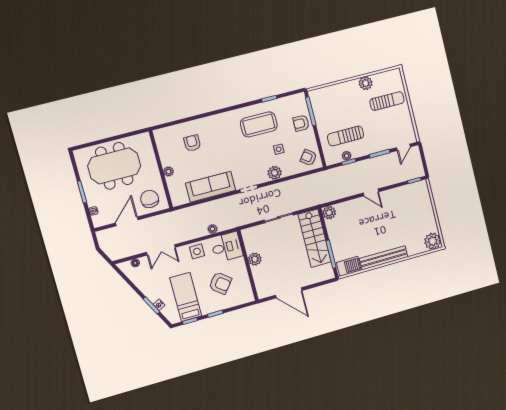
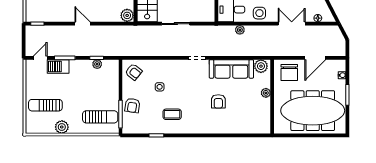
armchair: (301, 123) -> (132, 105), turned 99
coffee table: (259, 124) -> (172, 114), width x0.54, depth x0.58
sun lounger: (346, 136) -> (100, 117), moved
armchair: (192, 143) -> (218, 101), moved
barbecue: (384, 143) -> (58, 66), added
meeting table: (114, 166) -> (313, 111), width x1.36
plant: (275, 173) -> (261, 66), moved

